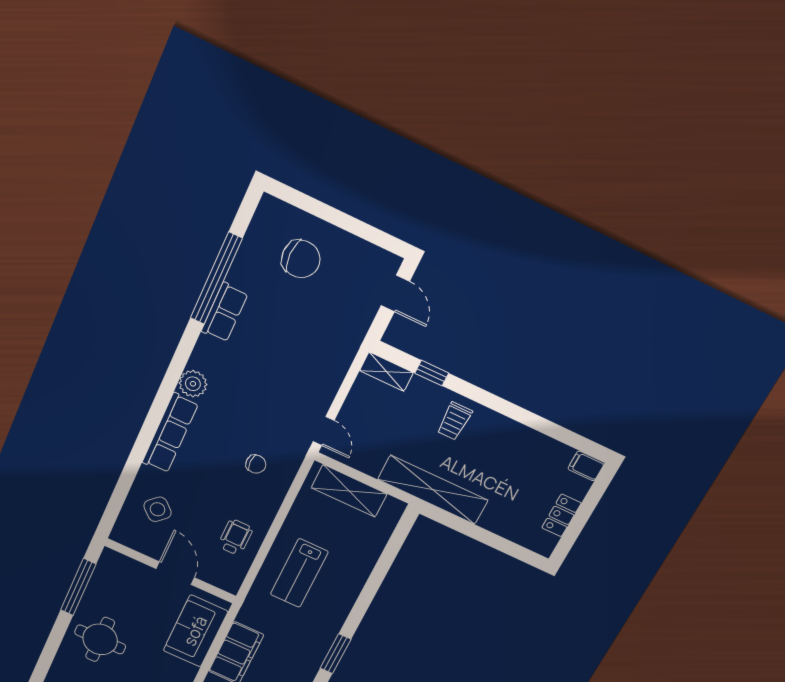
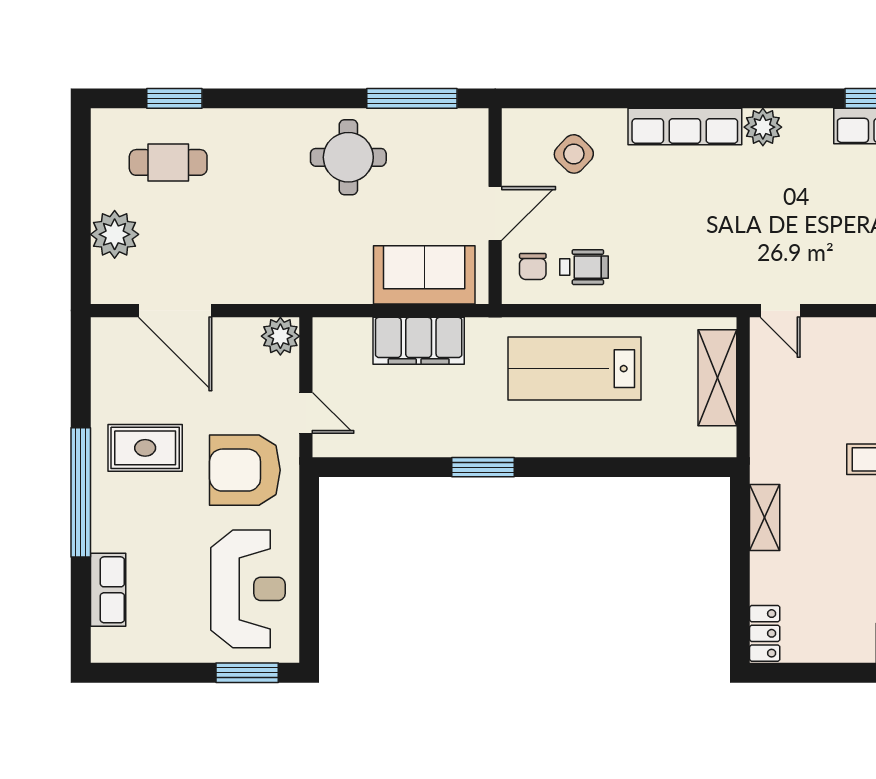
door: (324, 431) -> (780, 311), hinge flipped
chair: (256, 464) -> (533, 266), moved
shelving: (433, 490) -> (765, 518), width x0.45, depth x0.75
locker: (561, 515) -> (765, 633), moved, turned 90
lab bench: (299, 573) -> (575, 369), width x1.36, depth x1.39

